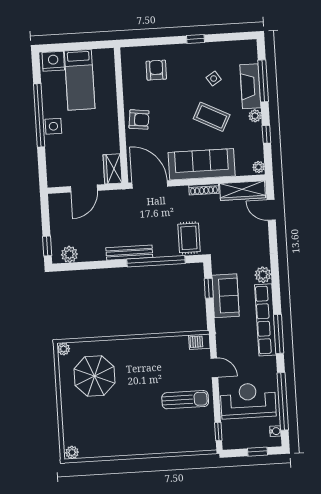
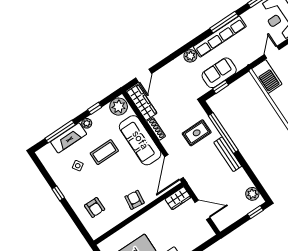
armchair: (156, 70) -> (95, 207), turned -90
coffee table: (212, 117) -> (104, 152), turned 63
plant: (259, 167) -> (119, 107), width x1.88, depth x1.88
rug: (189, 238) -> (197, 133), moved
barbecue: (199, 342) -> (267, 77), width x1.88, depth x1.53

